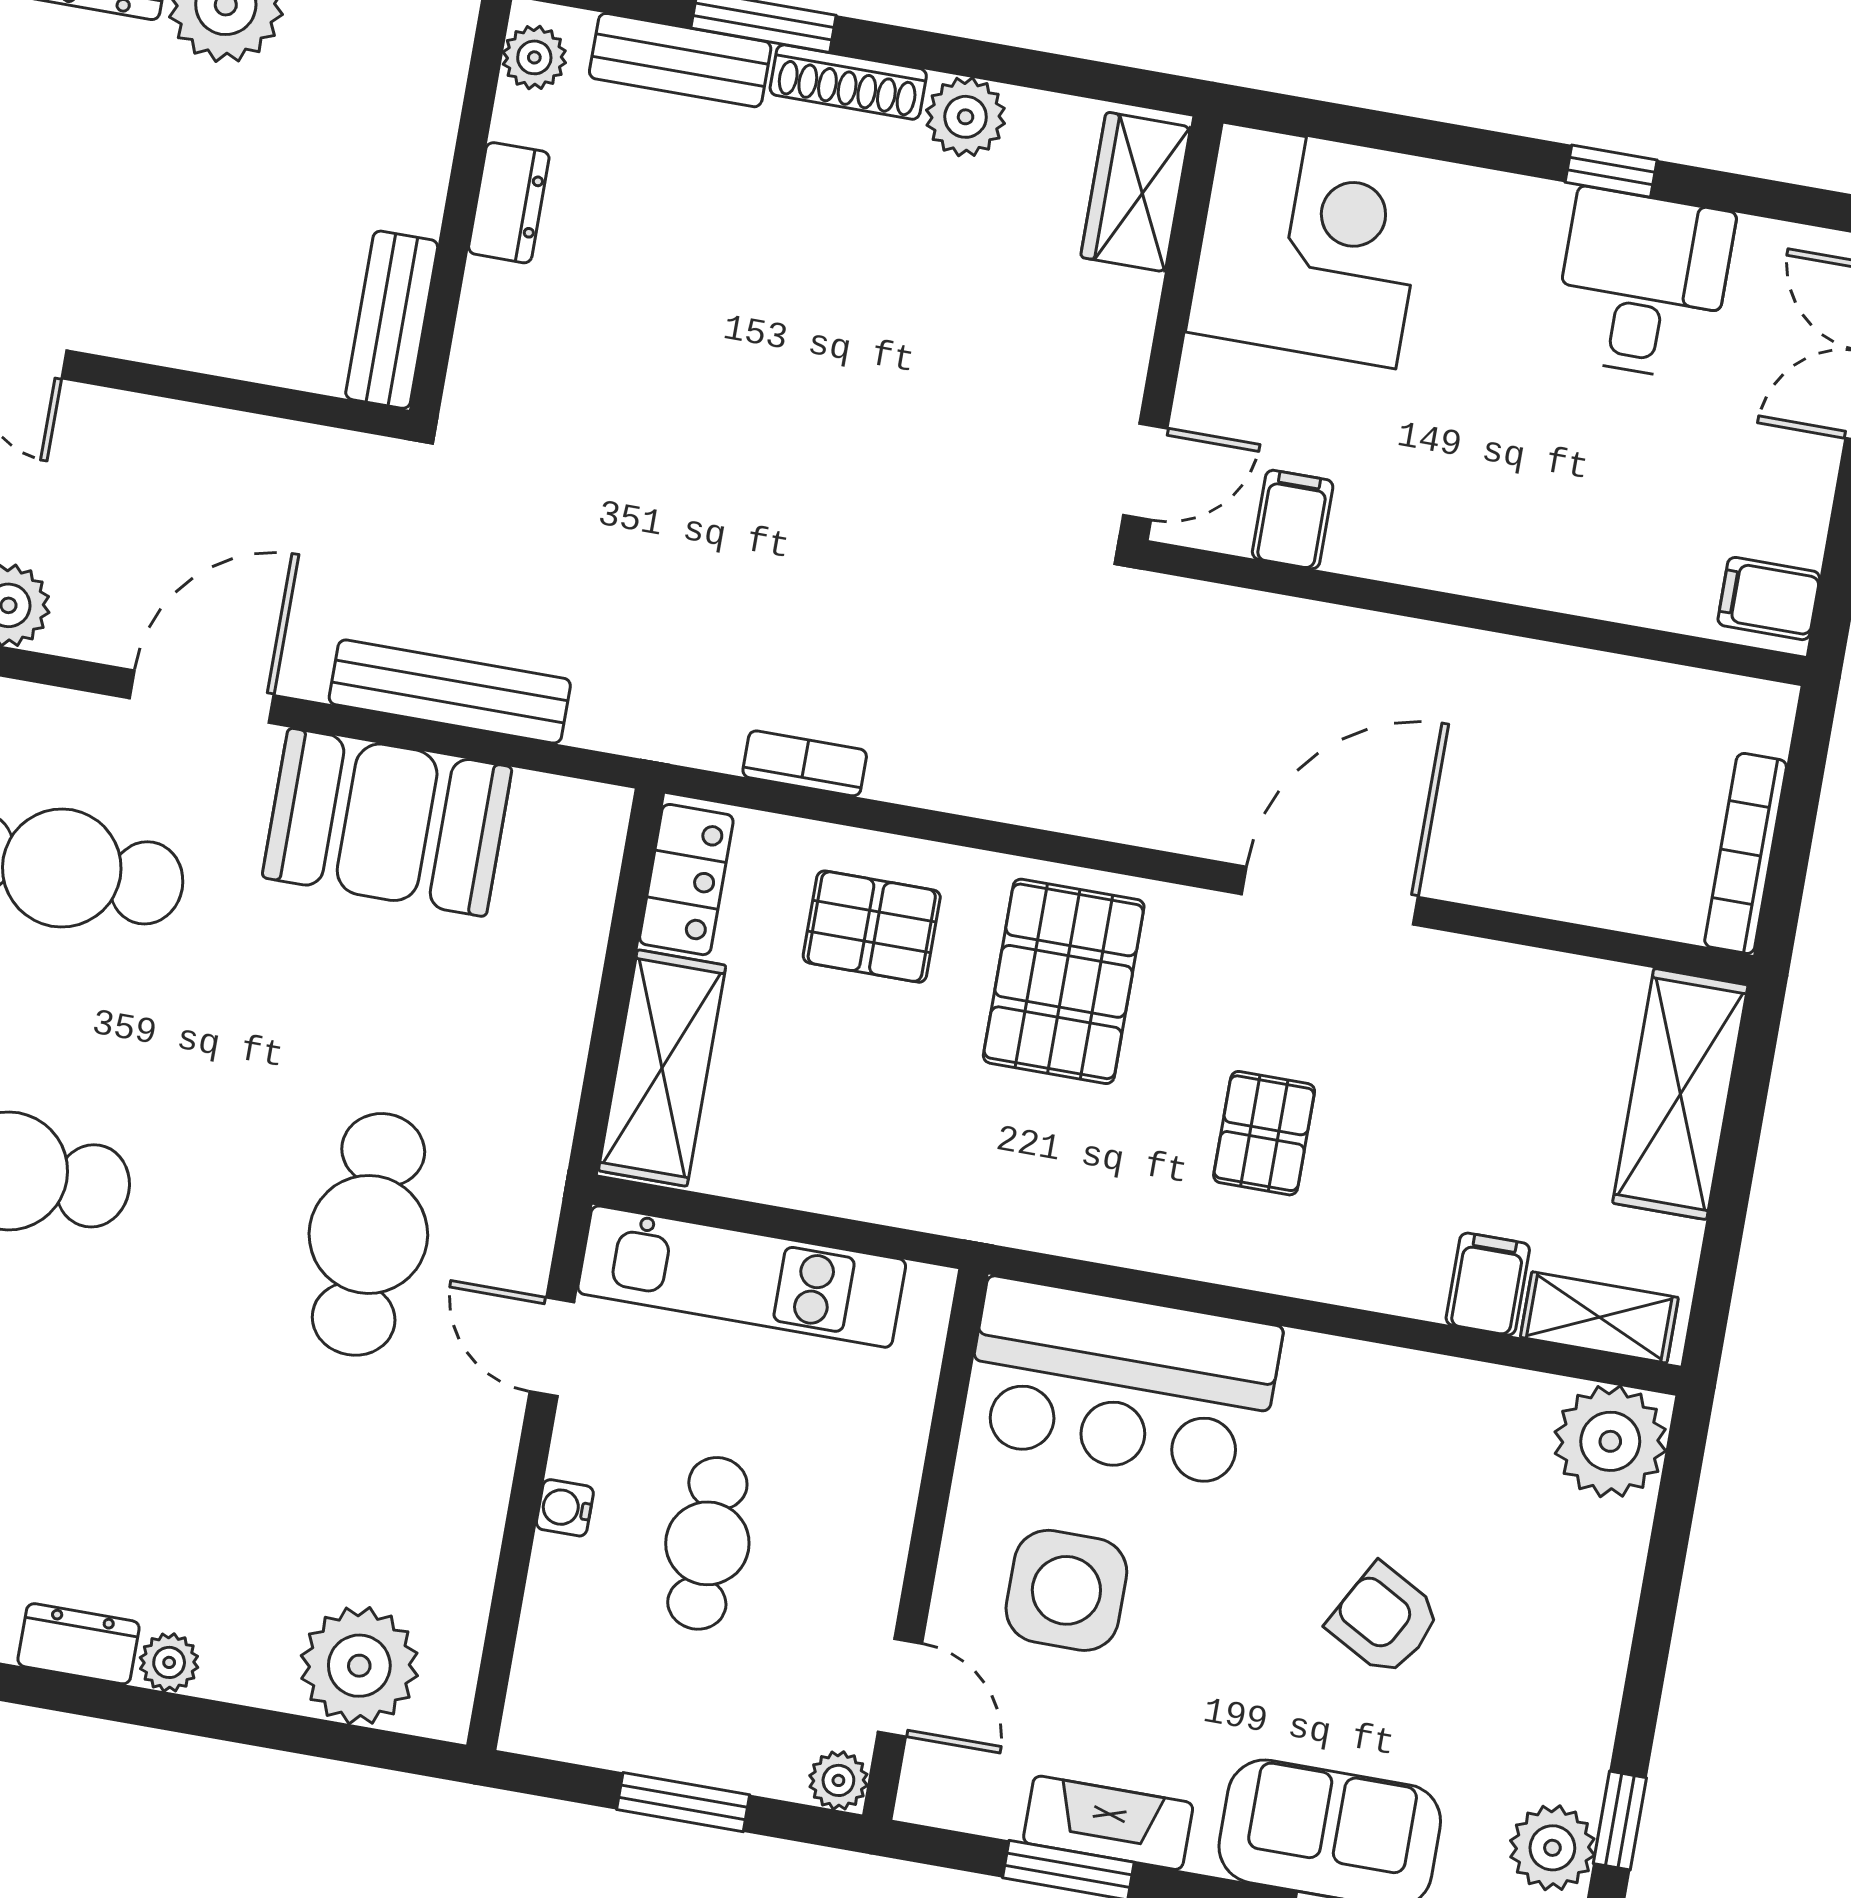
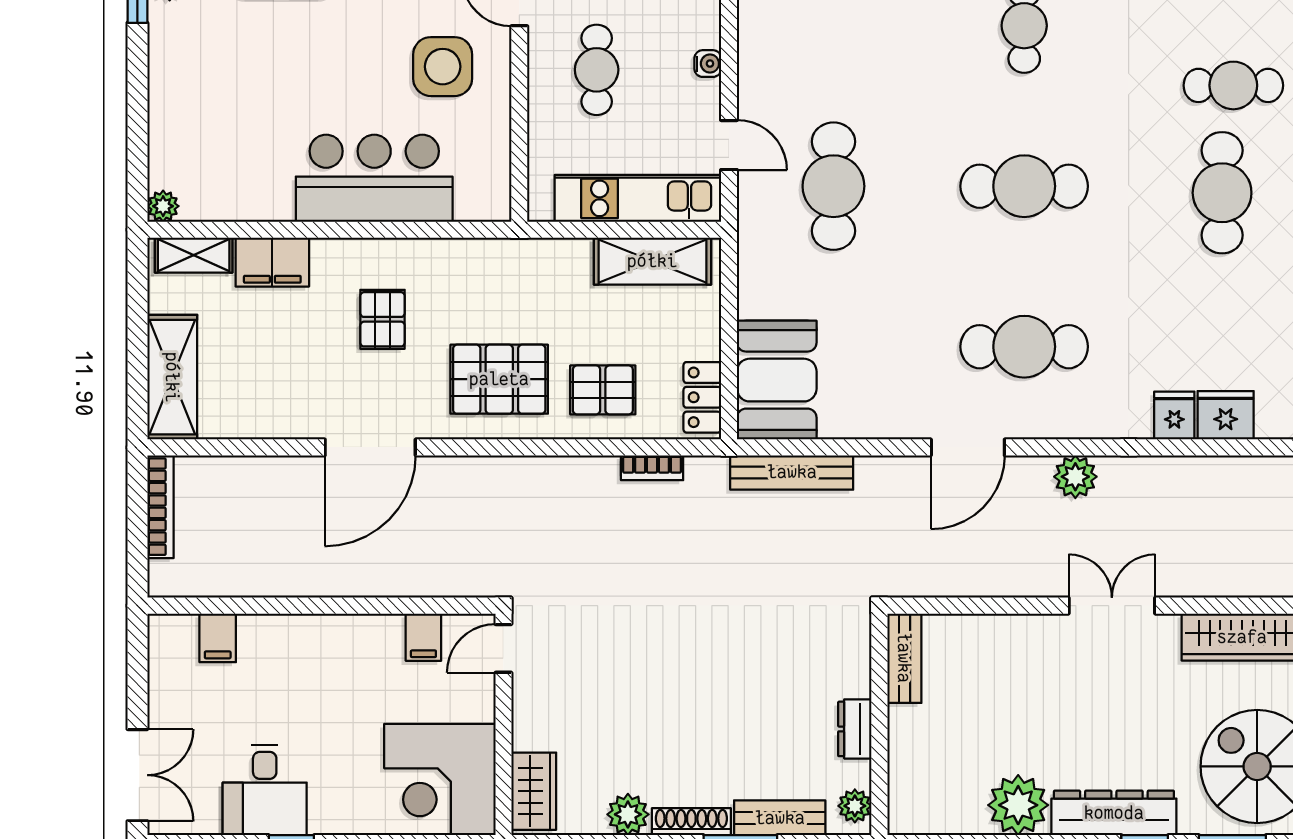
filing cabinet: (1769, 599) -> (218, 638), moved, turned 90
bench: (450, 692) -> (792, 472), moved
booth: (387, 822) -> (777, 380), moved, turned 90
pallet: (1064, 981) -> (499, 379), turned 90
shelving: (662, 1068) -> (652, 261), moved, turned 90
filing cabinet: (1488, 1284) -> (272, 262), width x2.00
bar counter: (1122, 1383) -> (374, 178), moved
plant: (1610, 1441) -> (163, 206), width x0.53, depth x0.53
cafe table: (707, 1543) -> (597, 70), moved
armchair: (1384, 1620) -> (277, 80), removed

